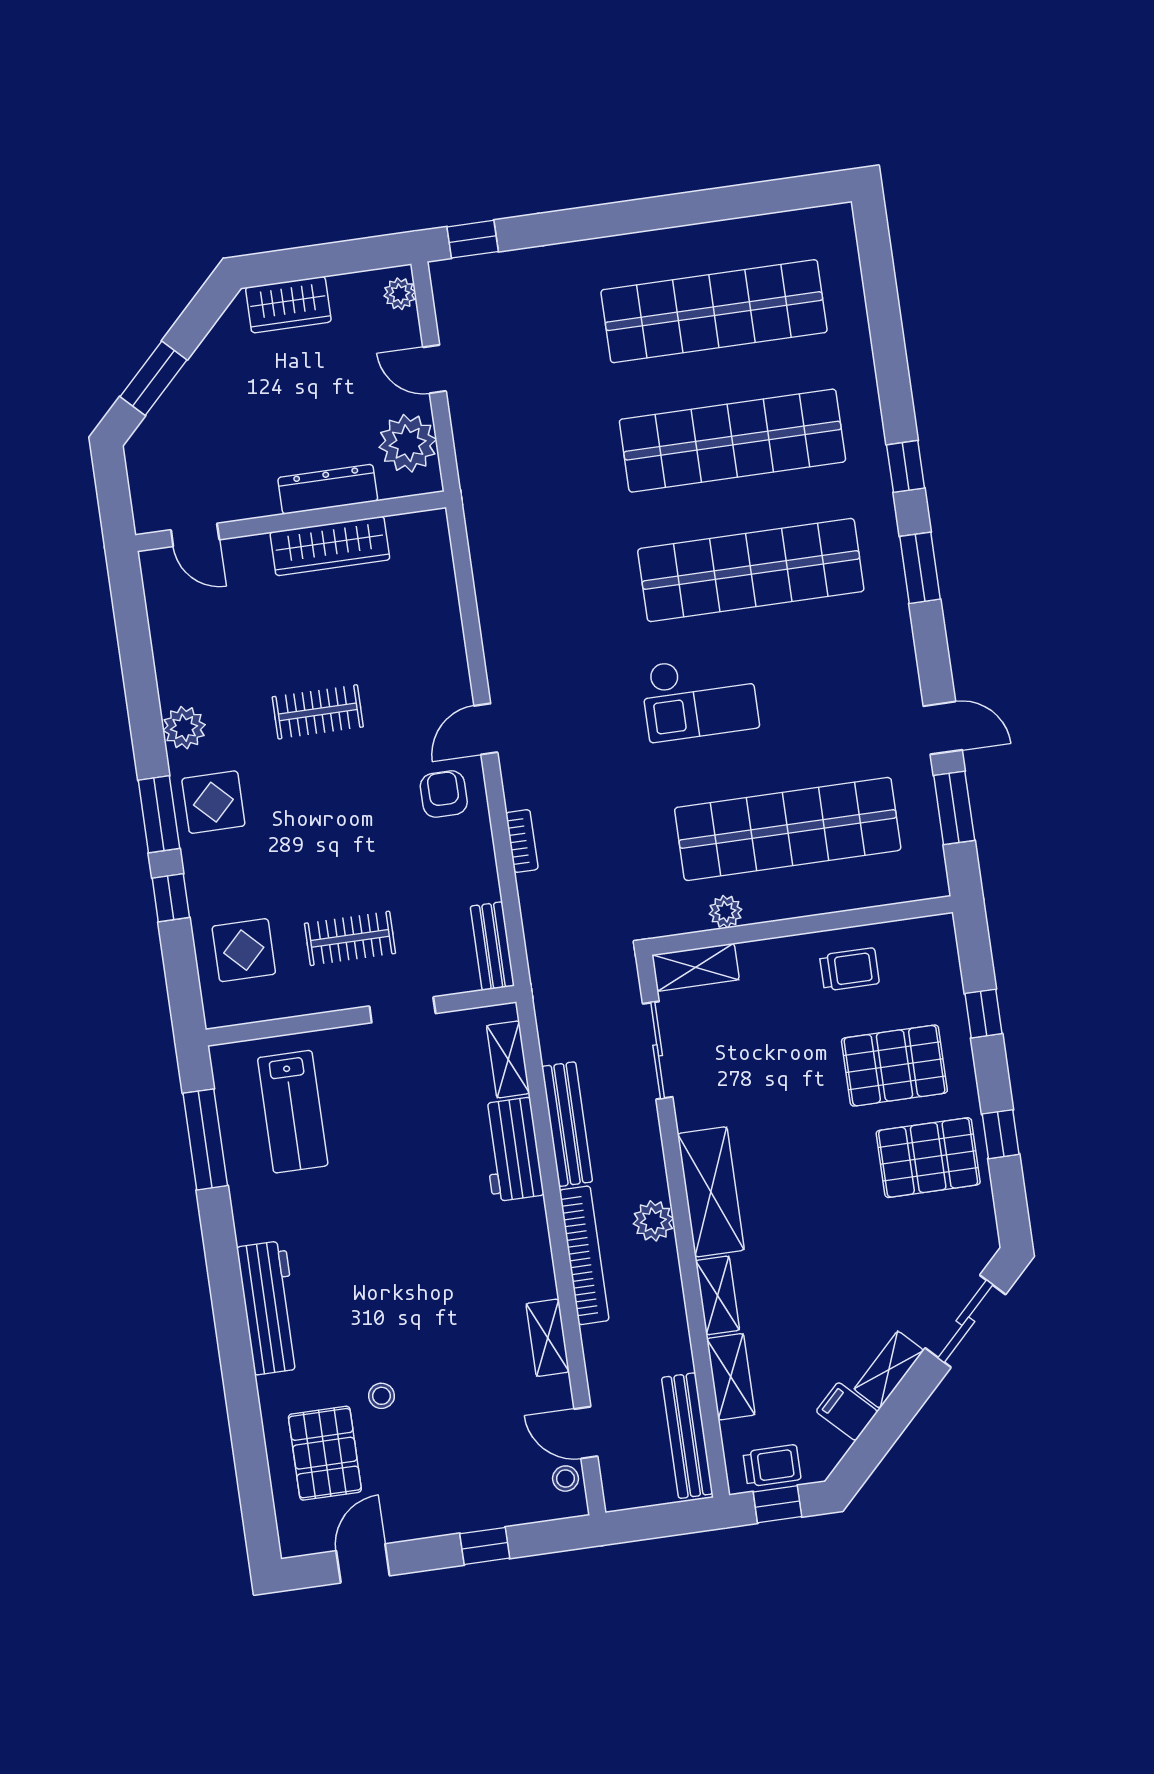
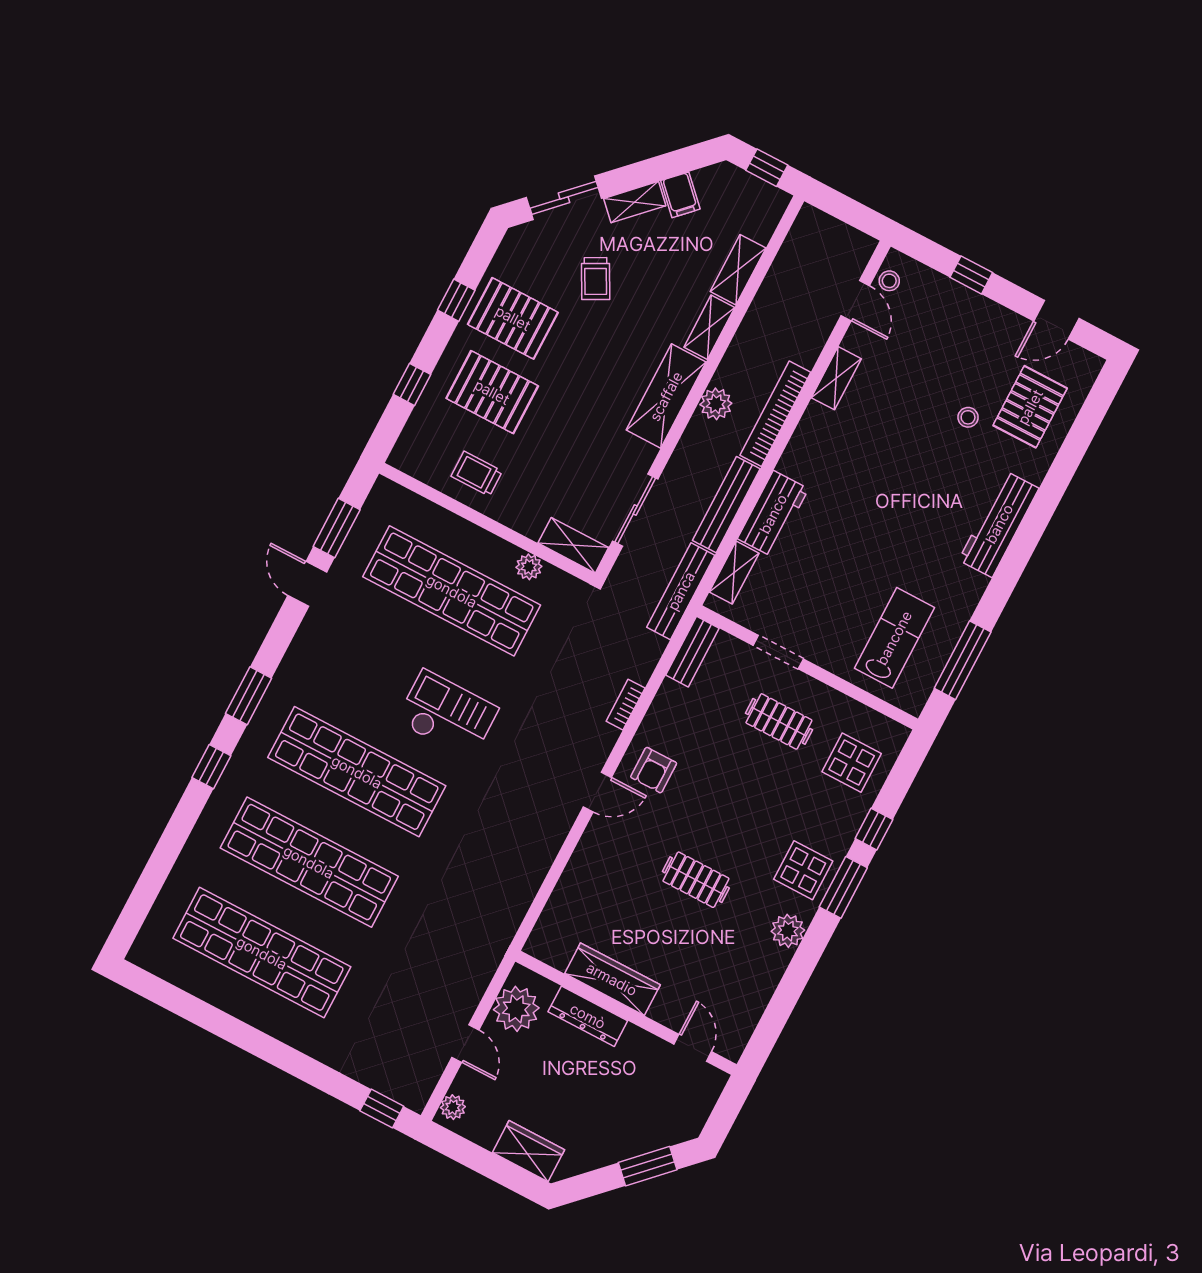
bench: (687, 1436) -> (681, 591), moved
trolley: (772, 1466) -> (596, 279), moved, turned -118

